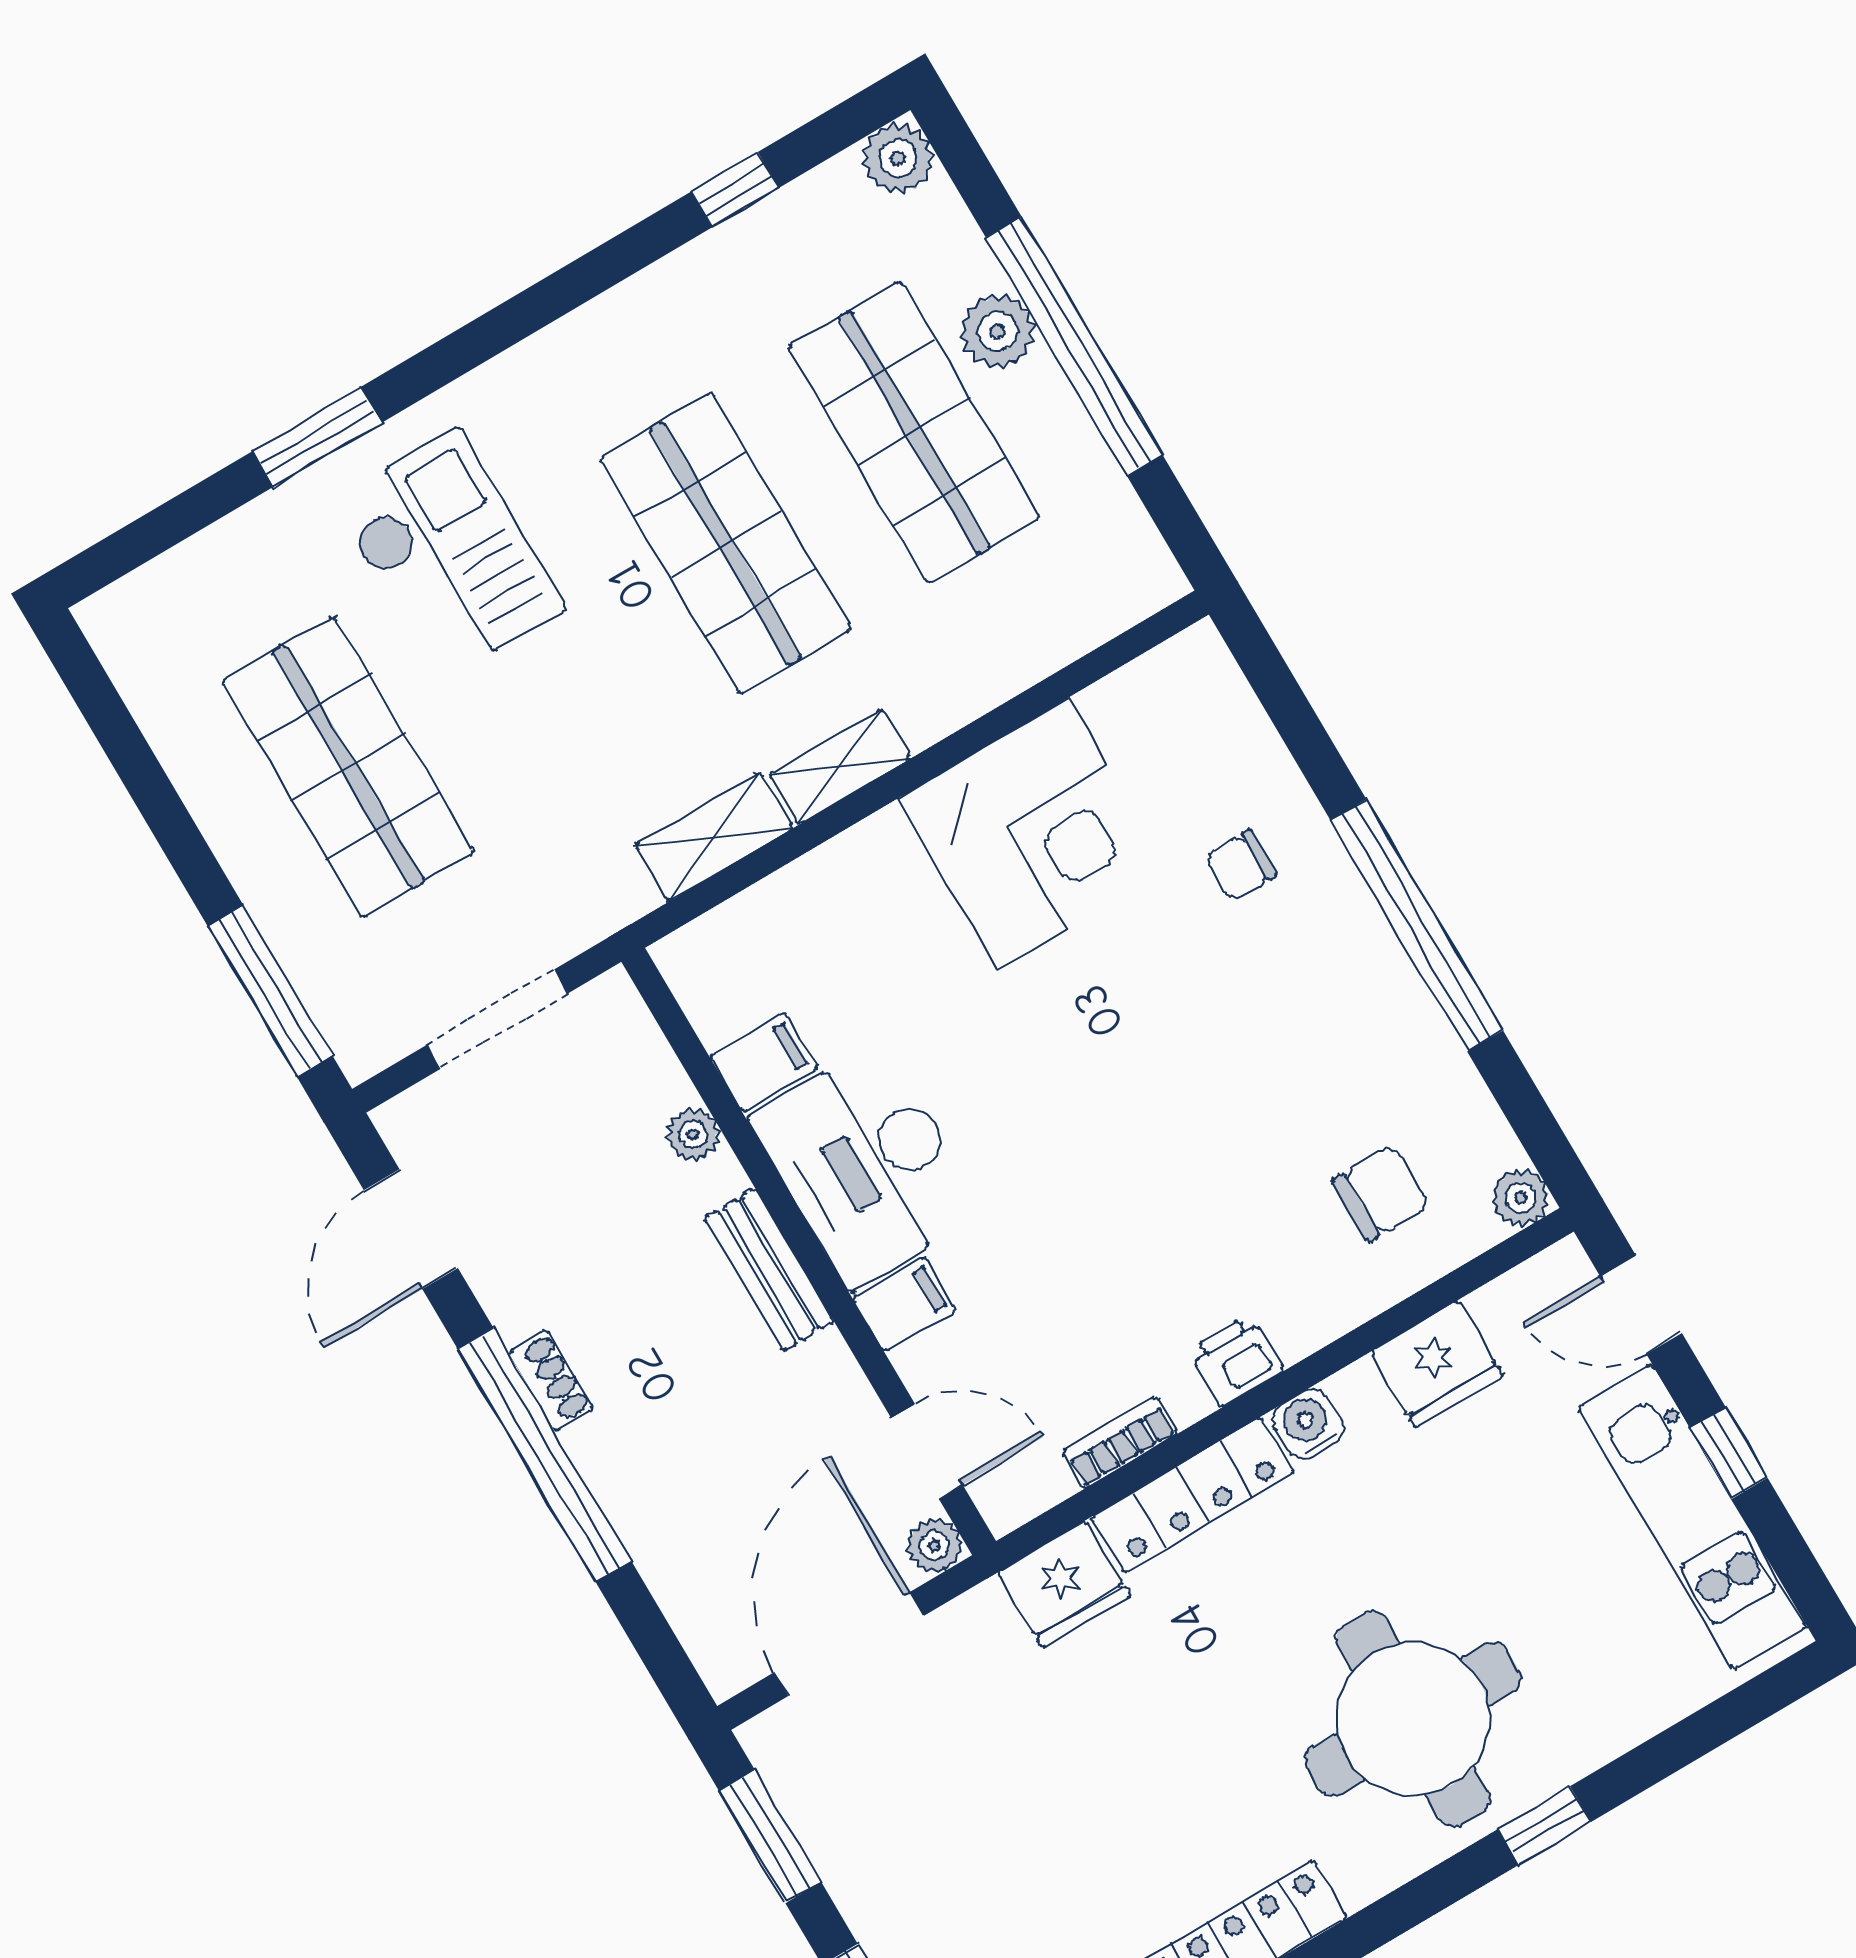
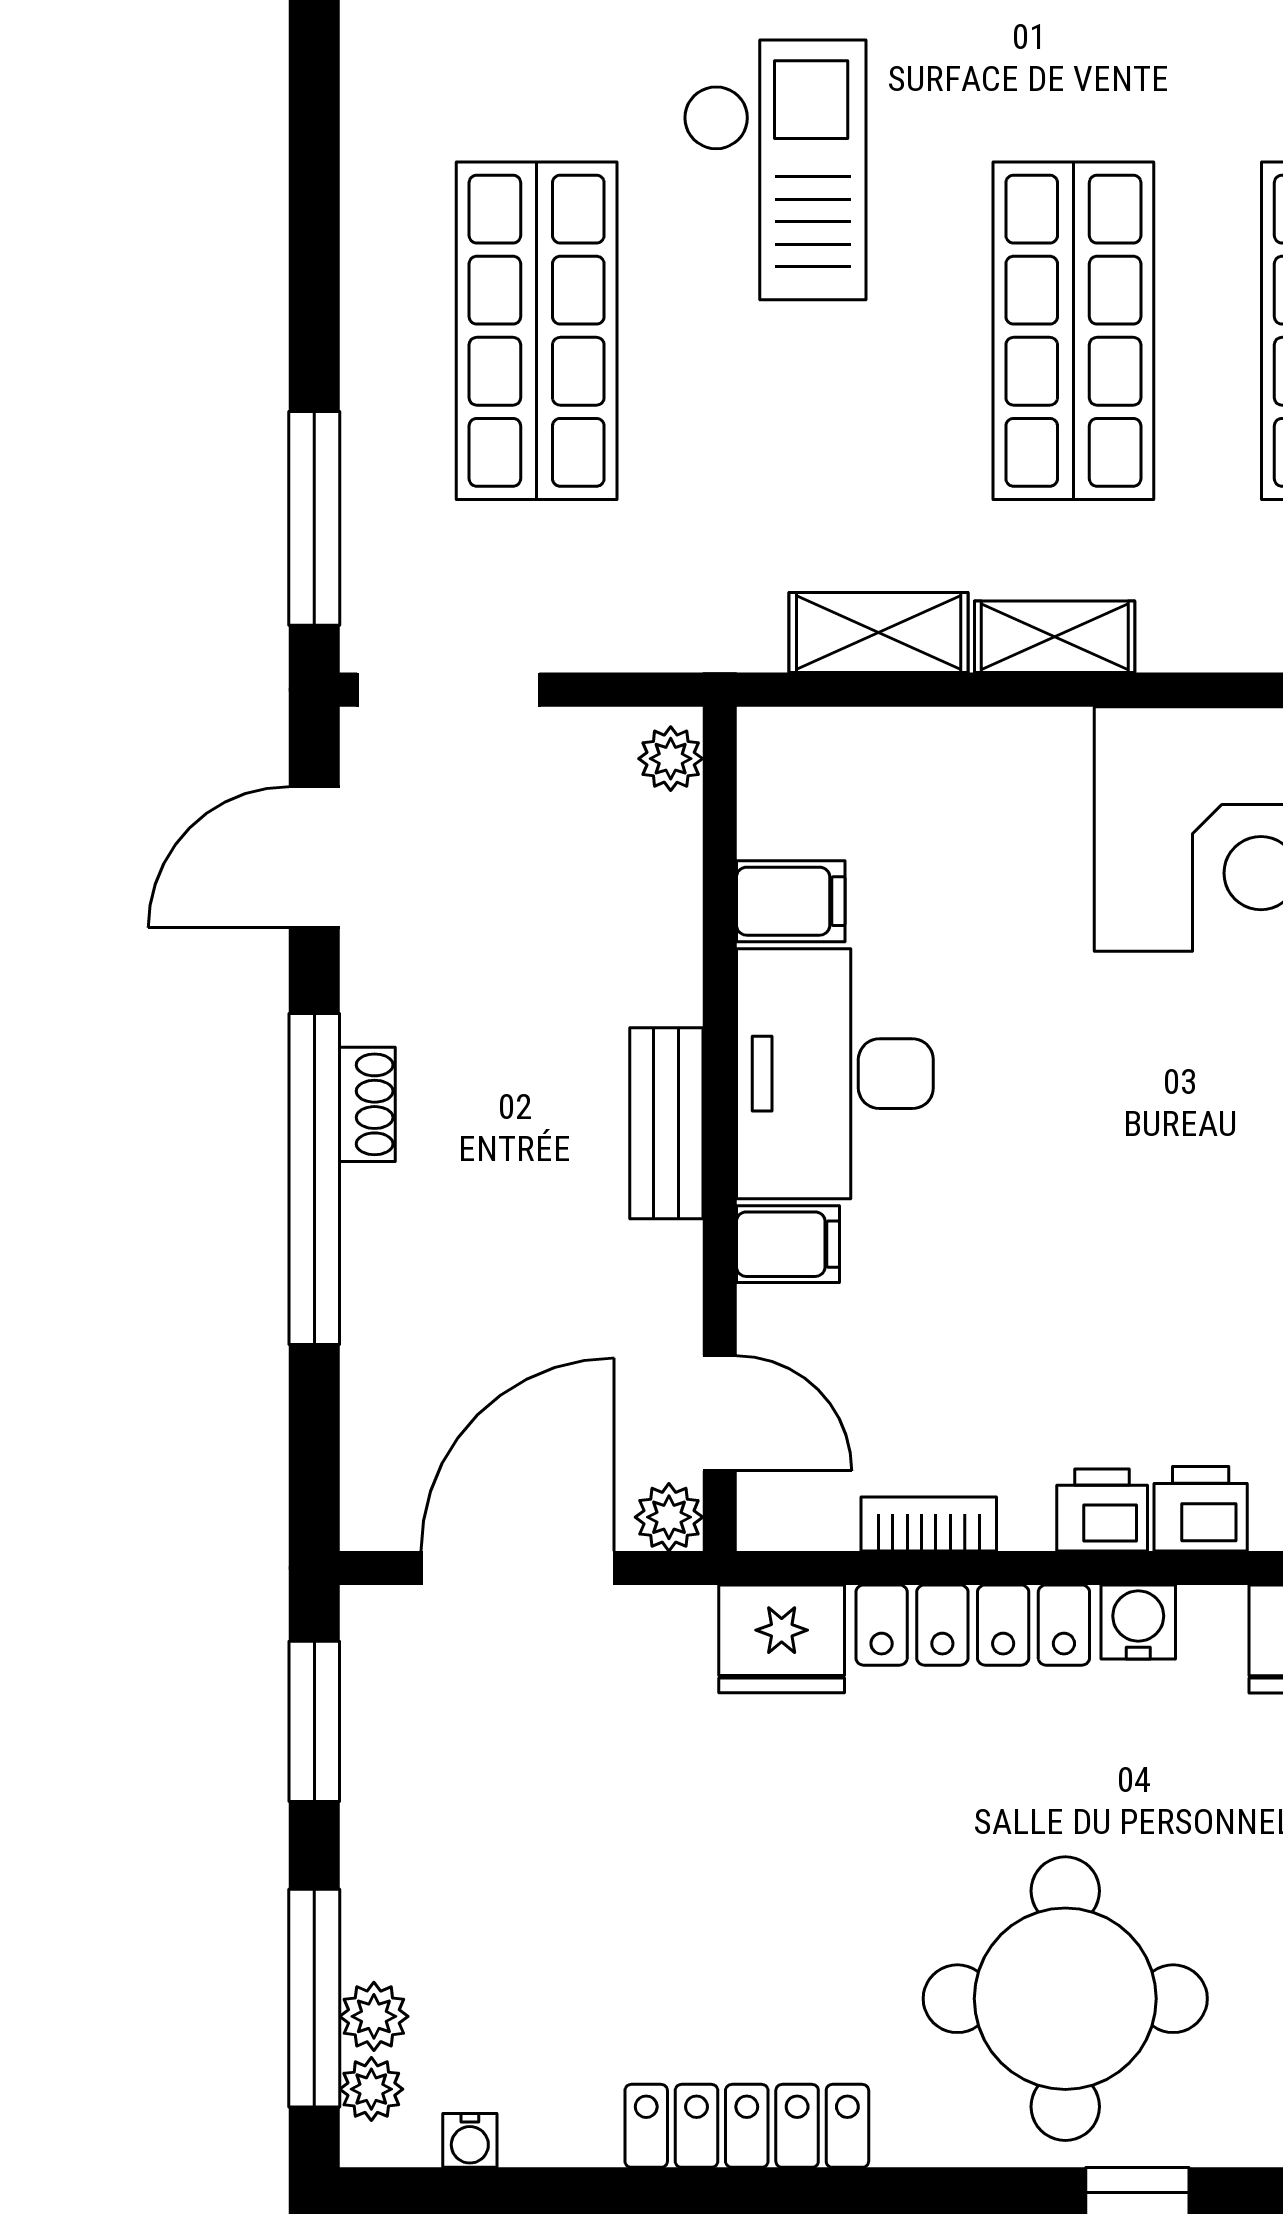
doorway: (497, 1019) -> (448, 690), moved
plant: (693, 1134) -> (671, 759), moved
printer: (1304, 1319) -> (1201, 1509), added

